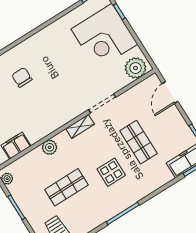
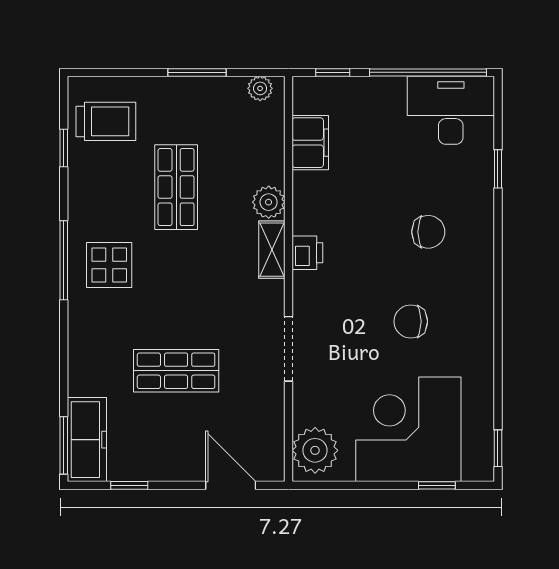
chair: (61, 62) -> (411, 321), added
printer: (60, 120) -> (307, 253), added
shelving: (80, 126) -> (272, 250), moved
display table: (111, 172) -> (109, 265), moved

